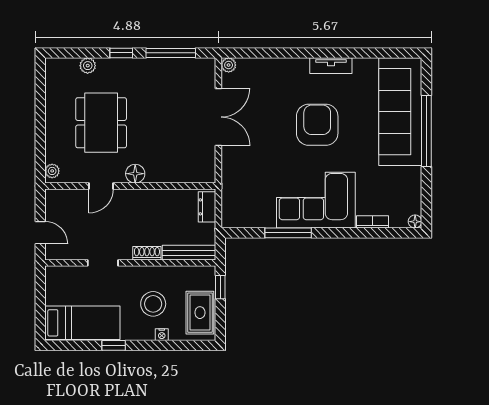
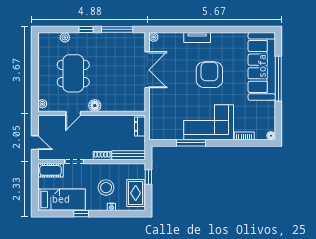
tv unit: (331, 66) -> (197, 37), moved
cot: (65, 277) -> (51, 170), added

